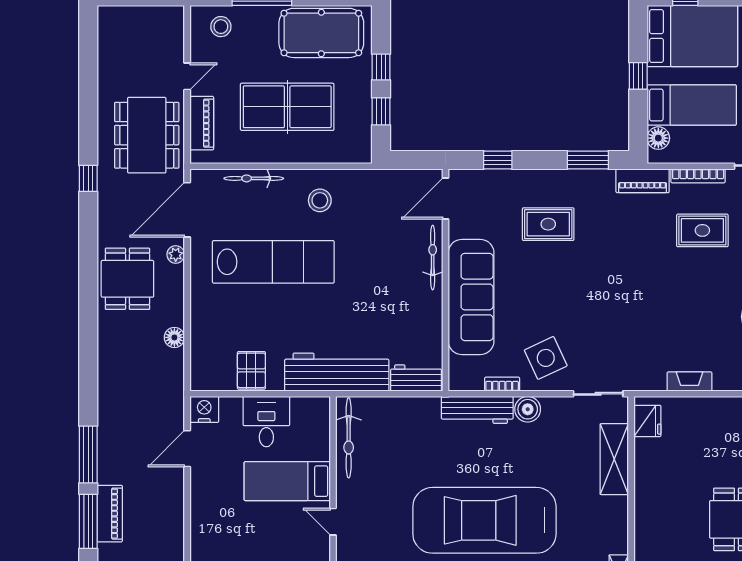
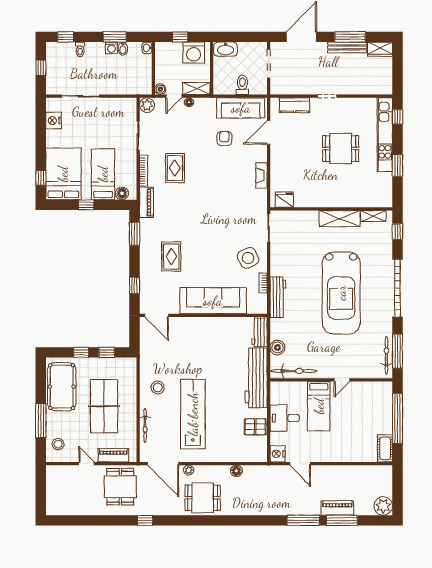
dining table: (147, 135) -> (120, 487), width x0.73
bicycle: (433, 258) -> (190, 323), removed
boiler: (528, 409) -> (277, 348), moved
shelving: (614, 459) -> (340, 219), moved

